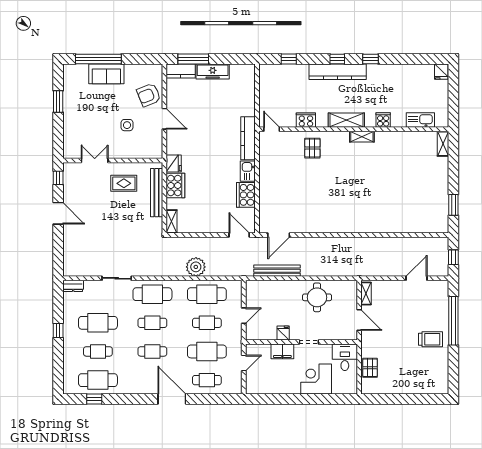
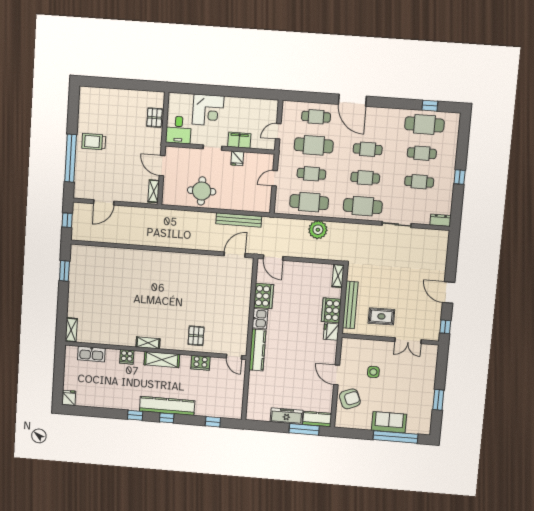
cafe table: (98, 323) -> (419, 182), width x0.73, depth x0.74

